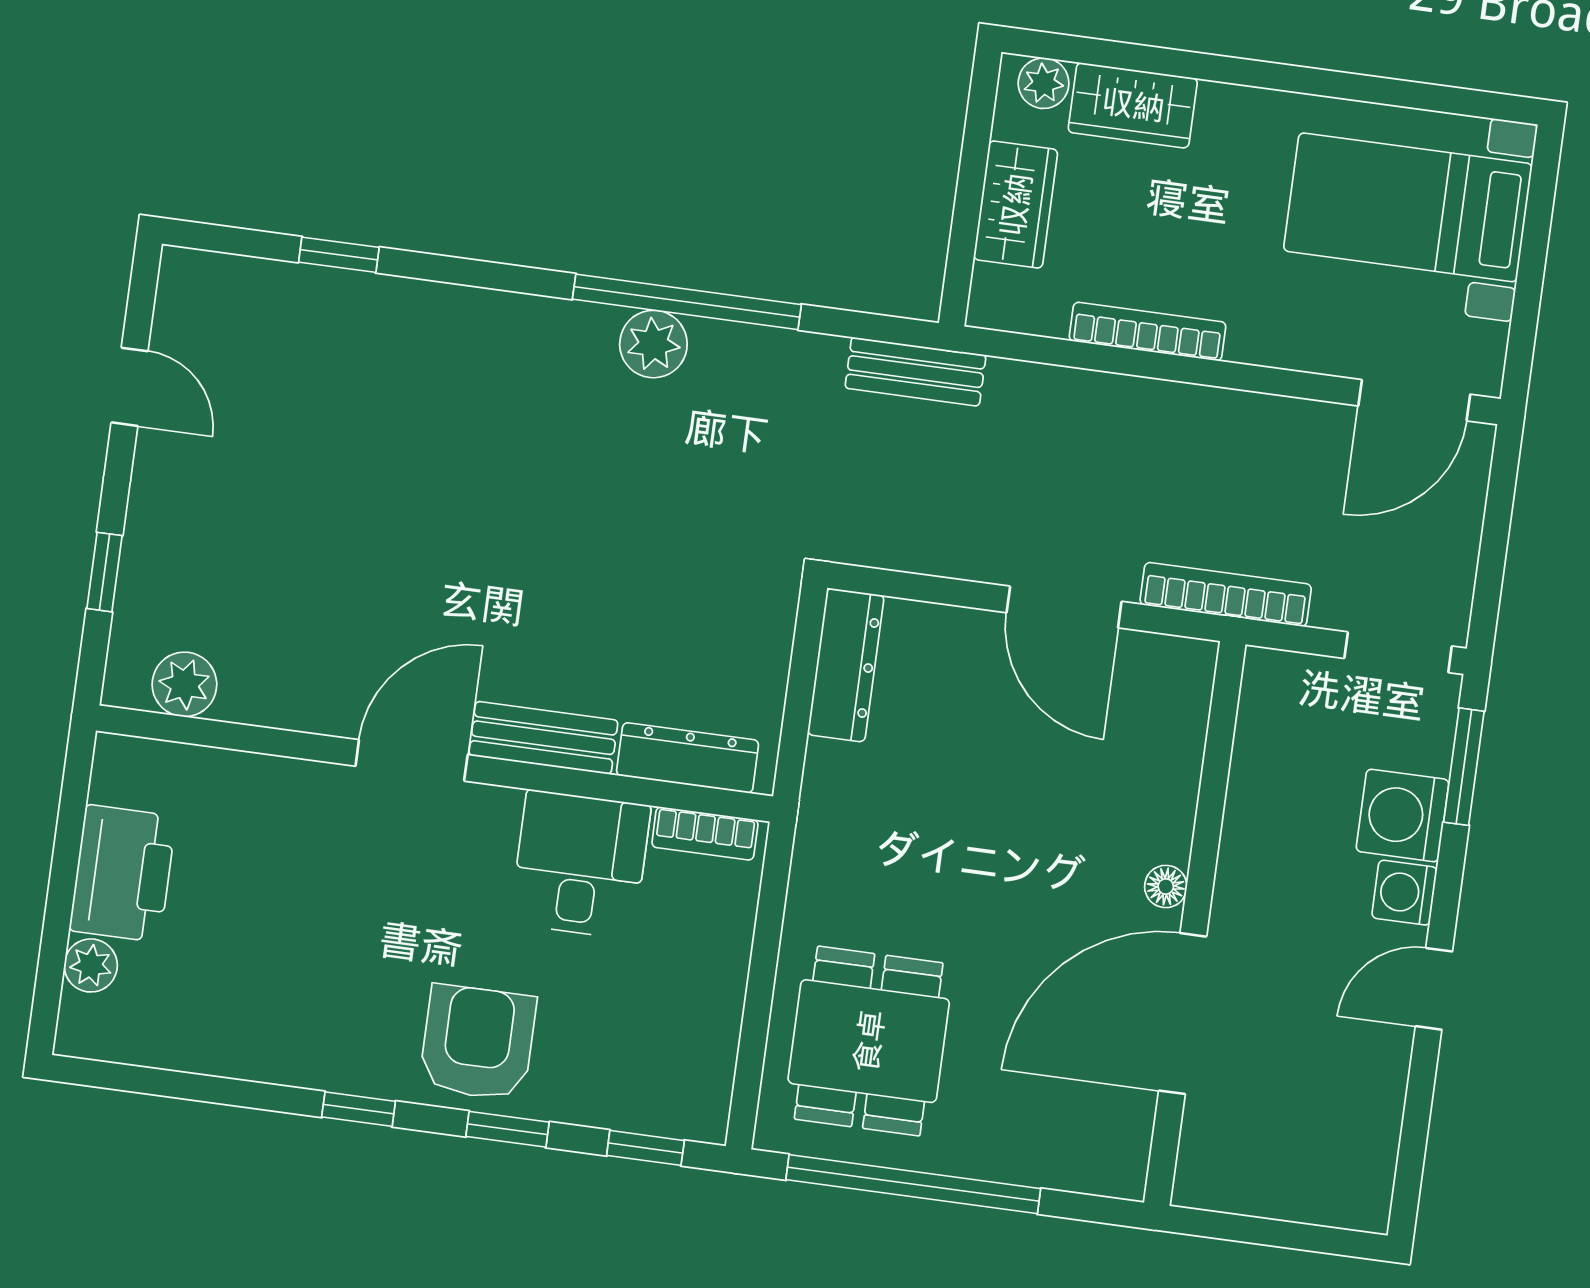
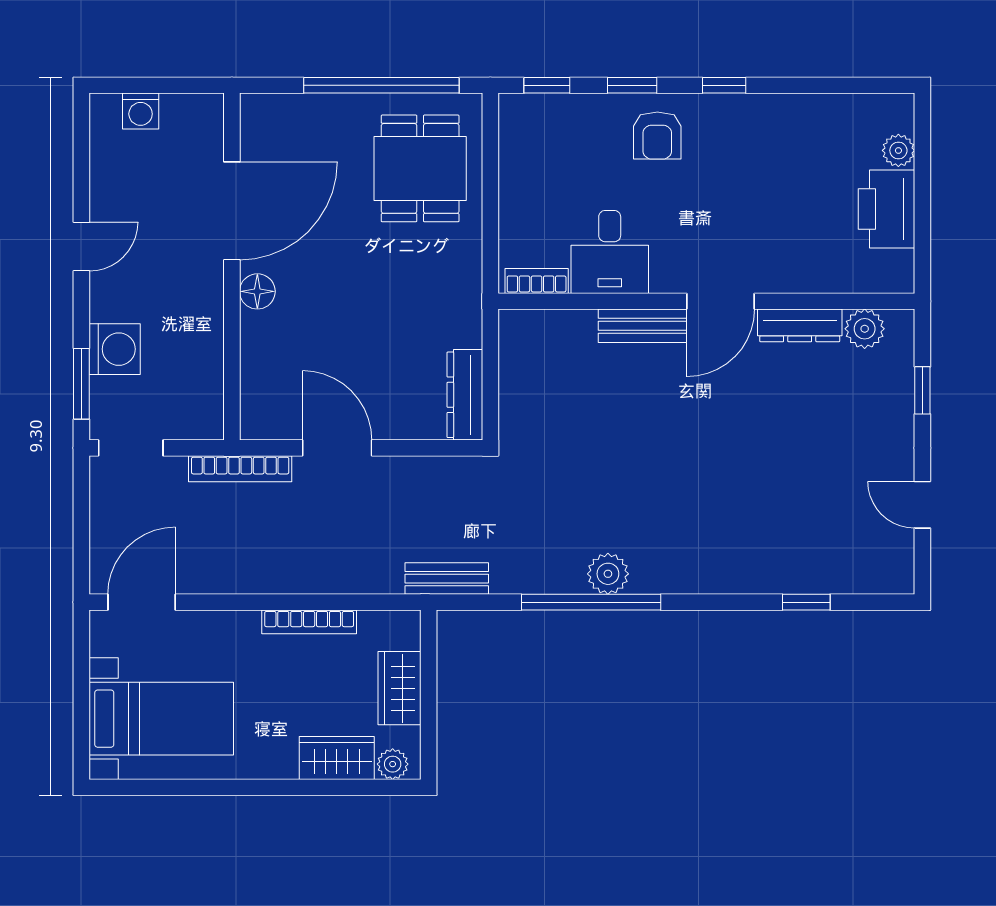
dresser: (688, 758) -> (800, 325), moved
floor lamp: (1166, 886) -> (257, 291), width x1.37, depth x1.37
washing machine: (1404, 893) -> (141, 111), moved, turned 90
armchair: (478, 1042) -> (657, 135), width x0.72, depth x0.72

